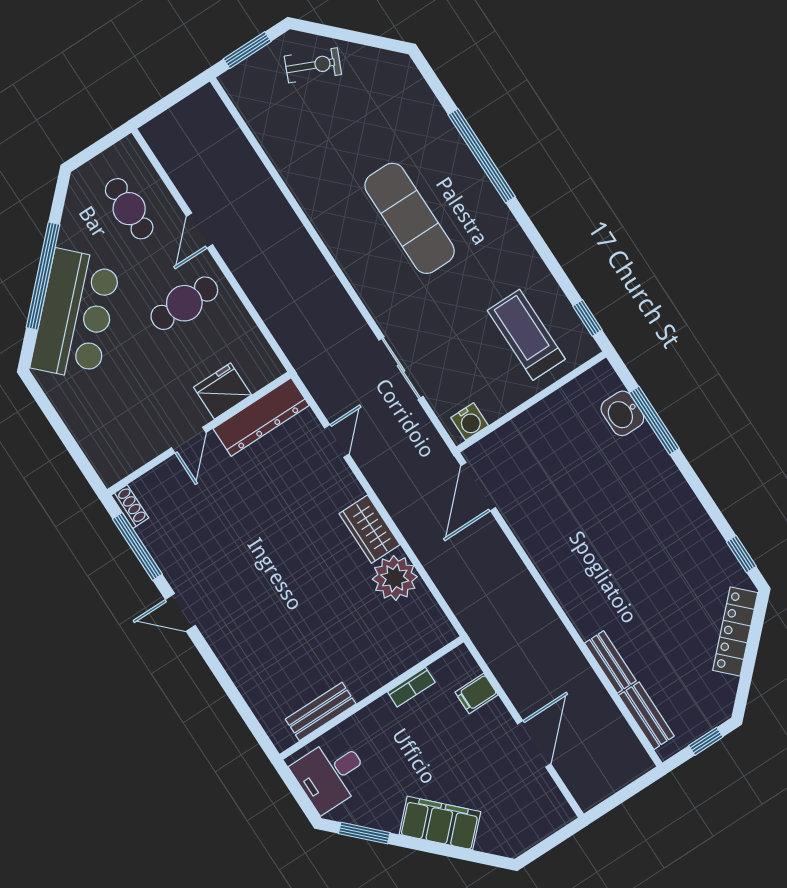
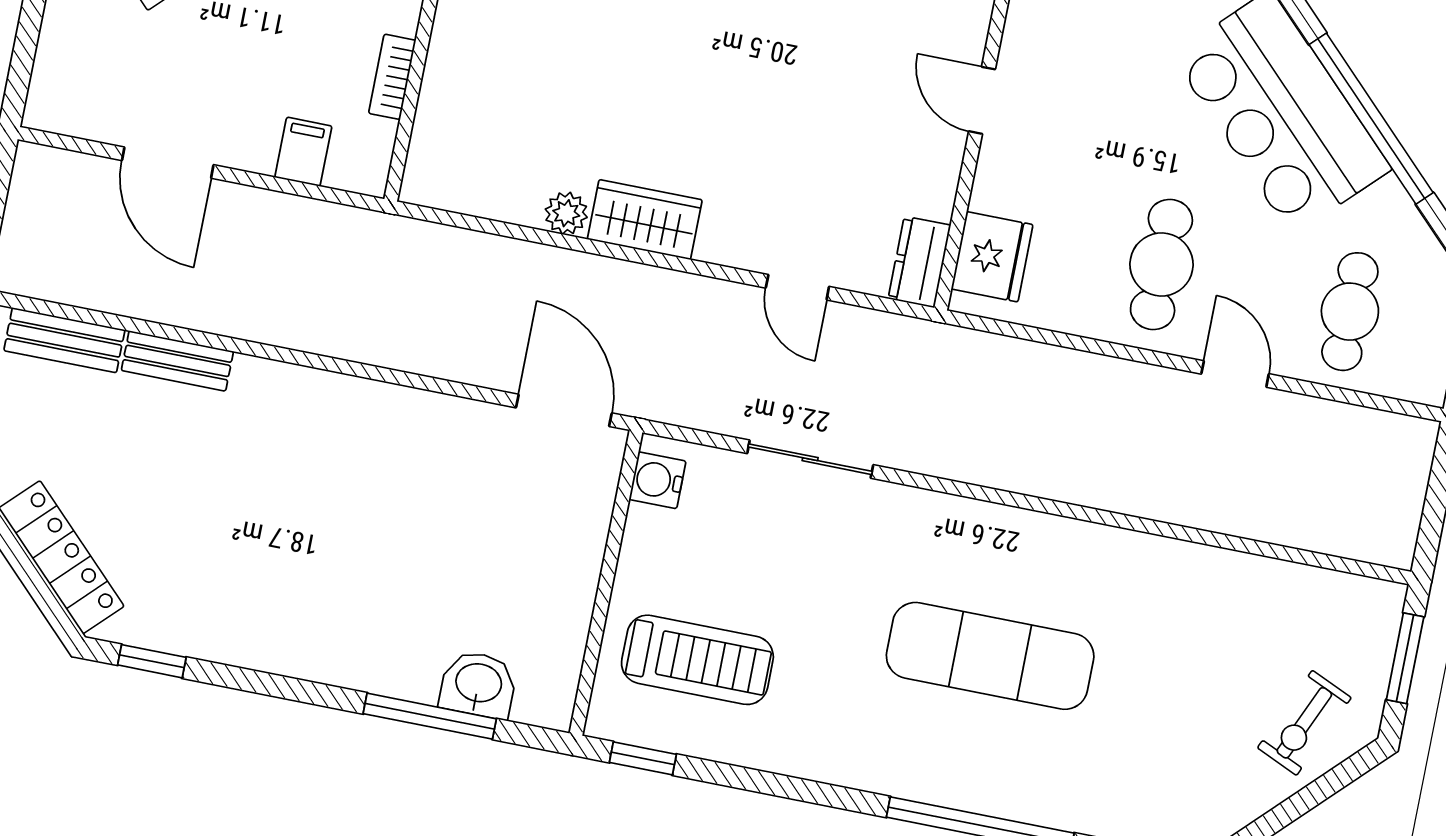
cafe table: (129, 209) -> (1350, 312), turned 90
fridge: (222, 391) -> (992, 257), moved
dresser: (261, 417) -> (919, 262), width x0.51, depth x0.80
plant: (395, 578) -> (566, 213), width x0.53, depth x0.53

